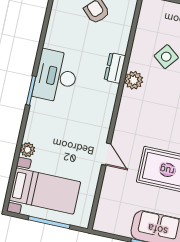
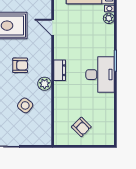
dresser: (115, 68) -> (60, 70), moved
armchair: (161, 112) -> (20, 65), added

